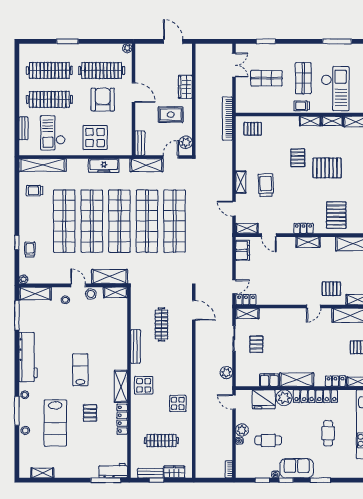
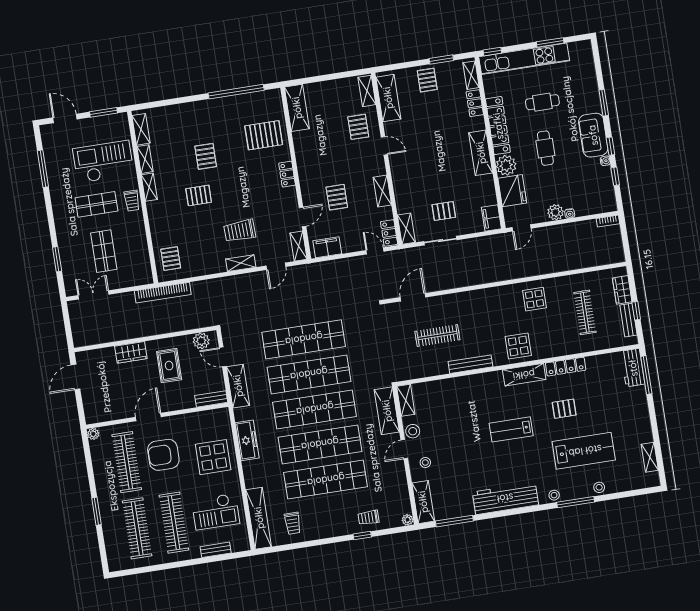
pallet: (327, 168) -> (206, 156), width x0.67, depth x0.71
shelving: (308, 242) -> (382, 191), moved
pallet: (280, 264) -> (337, 197), added
plant: (226, 373) -> (486, 244), removed
filing cabinet: (269, 380) -> (491, 218), moved
cafe table: (268, 440) -> (545, 148), moved

